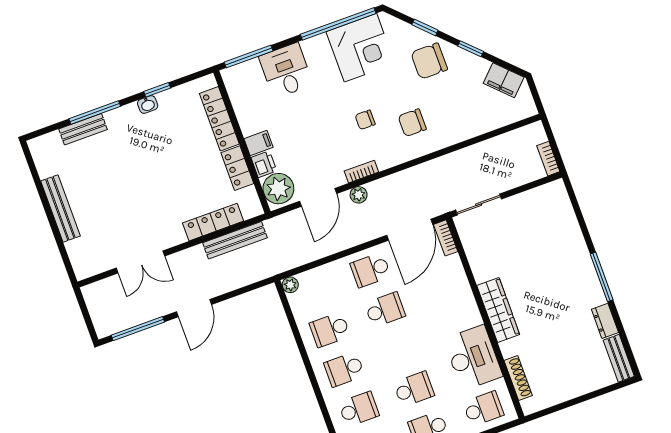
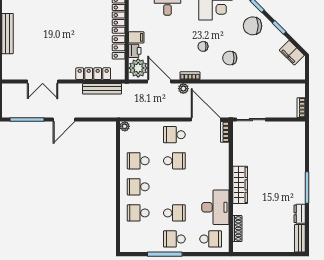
door: (318, 197) -> (159, 82), swing flipped
door: (410, 230) -> (206, 120), swing flipped
school desk: (359, 409) -> (138, 213), turned 180

